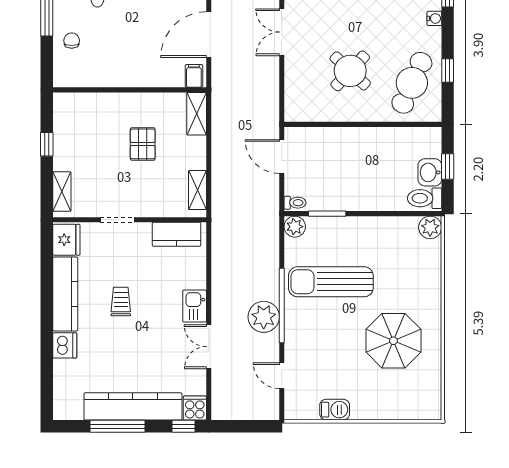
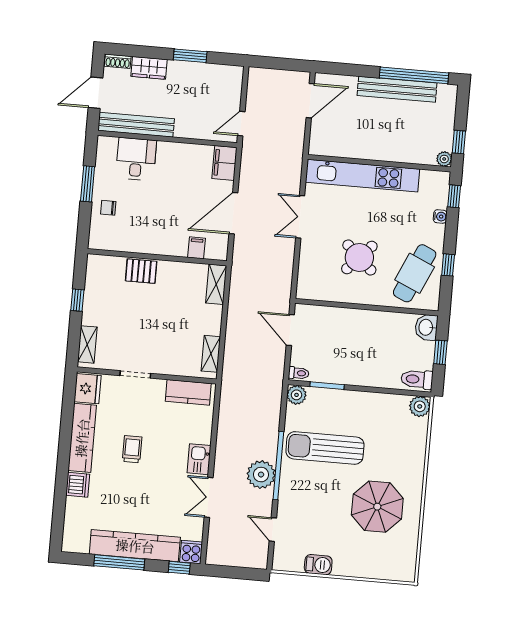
chair: (72, 41) -> (108, 208), turned -90
filing cabinet: (194, 76) -> (196, 248), moved
pallet: (143, 144) -> (141, 271), moved, turned 90
washbasin: (430, 172) -> (426, 327), moved

